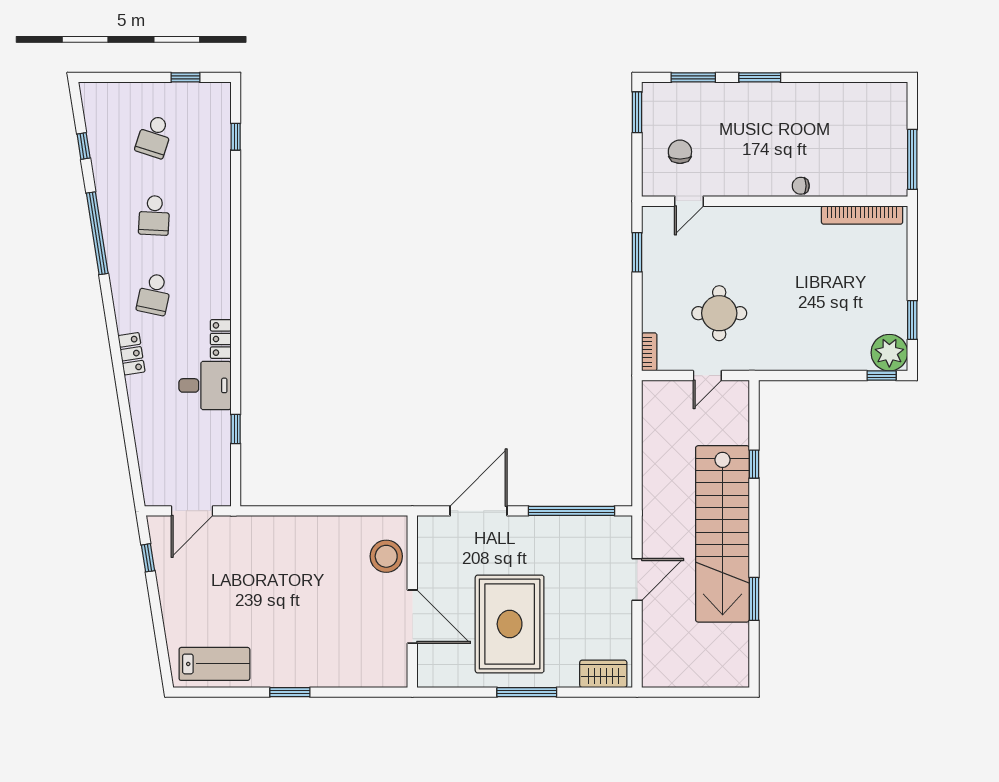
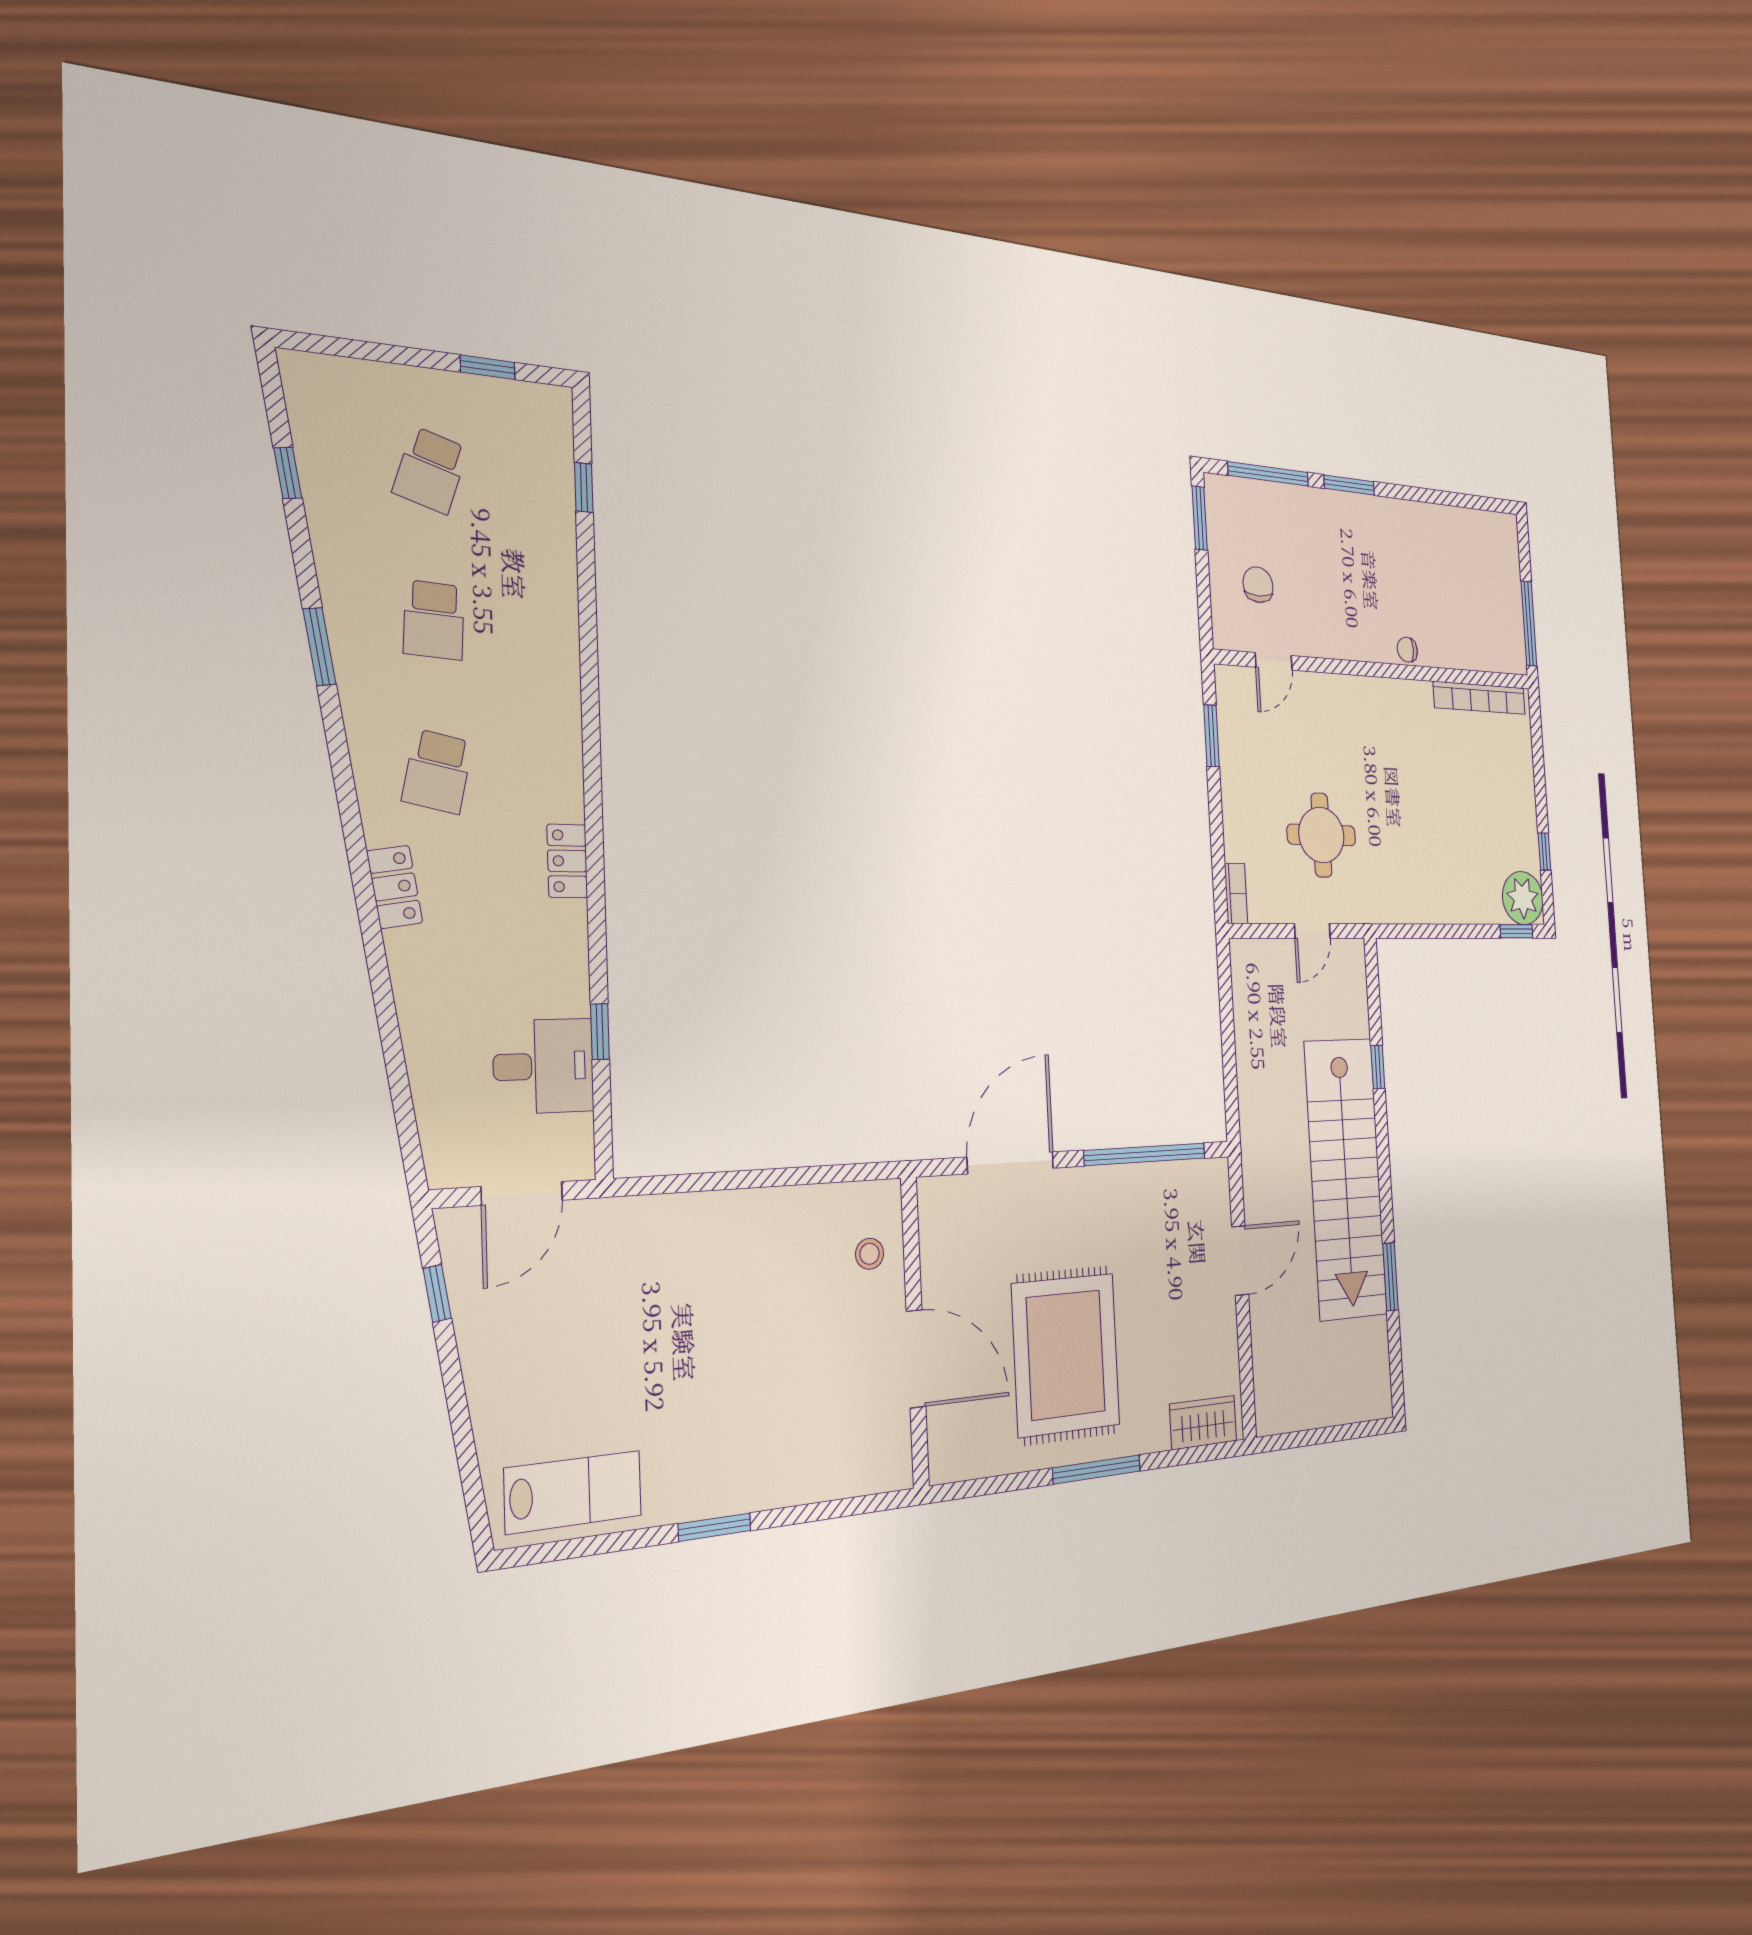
window: (693, 77) -> (1268, 474), width x1.44
window: (97, 233) -> (319, 647), width x0.47
window: (912, 320) -> (1544, 852), width x0.67
desk: (205, 385) -> (543, 1066), moved
stool: (386, 556) -> (870, 1254), width x0.53, depth x0.53

